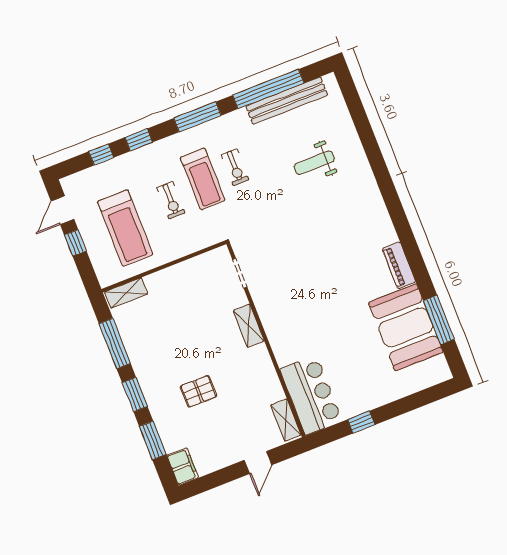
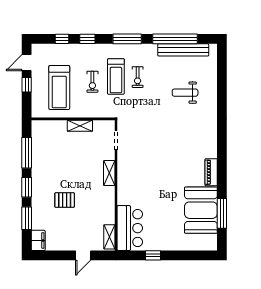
shelving: (126, 293) -> (80, 126), moved

